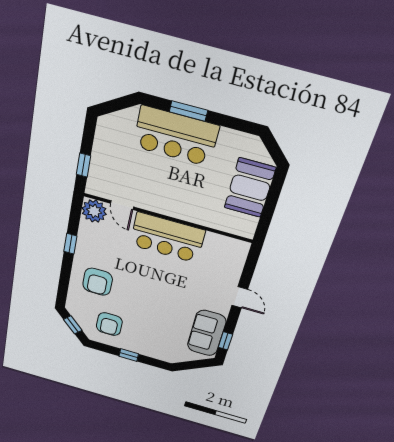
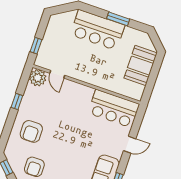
window: (188, 111) -> (118, 19), moved
bar counter: (167, 238) -> (114, 109), moved
door: (240, 297) -> (130, 145), hinge flipped

